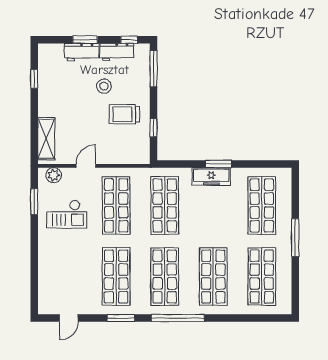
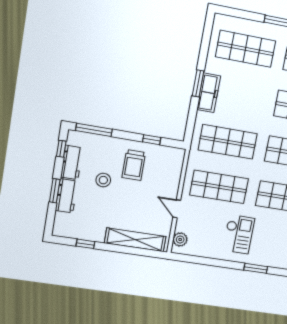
shelving: (46, 139) -> (135, 240), width x1.47
window: (34, 202) -> (256, 268), moved
checkout: (67, 214) -> (239, 234), moved

